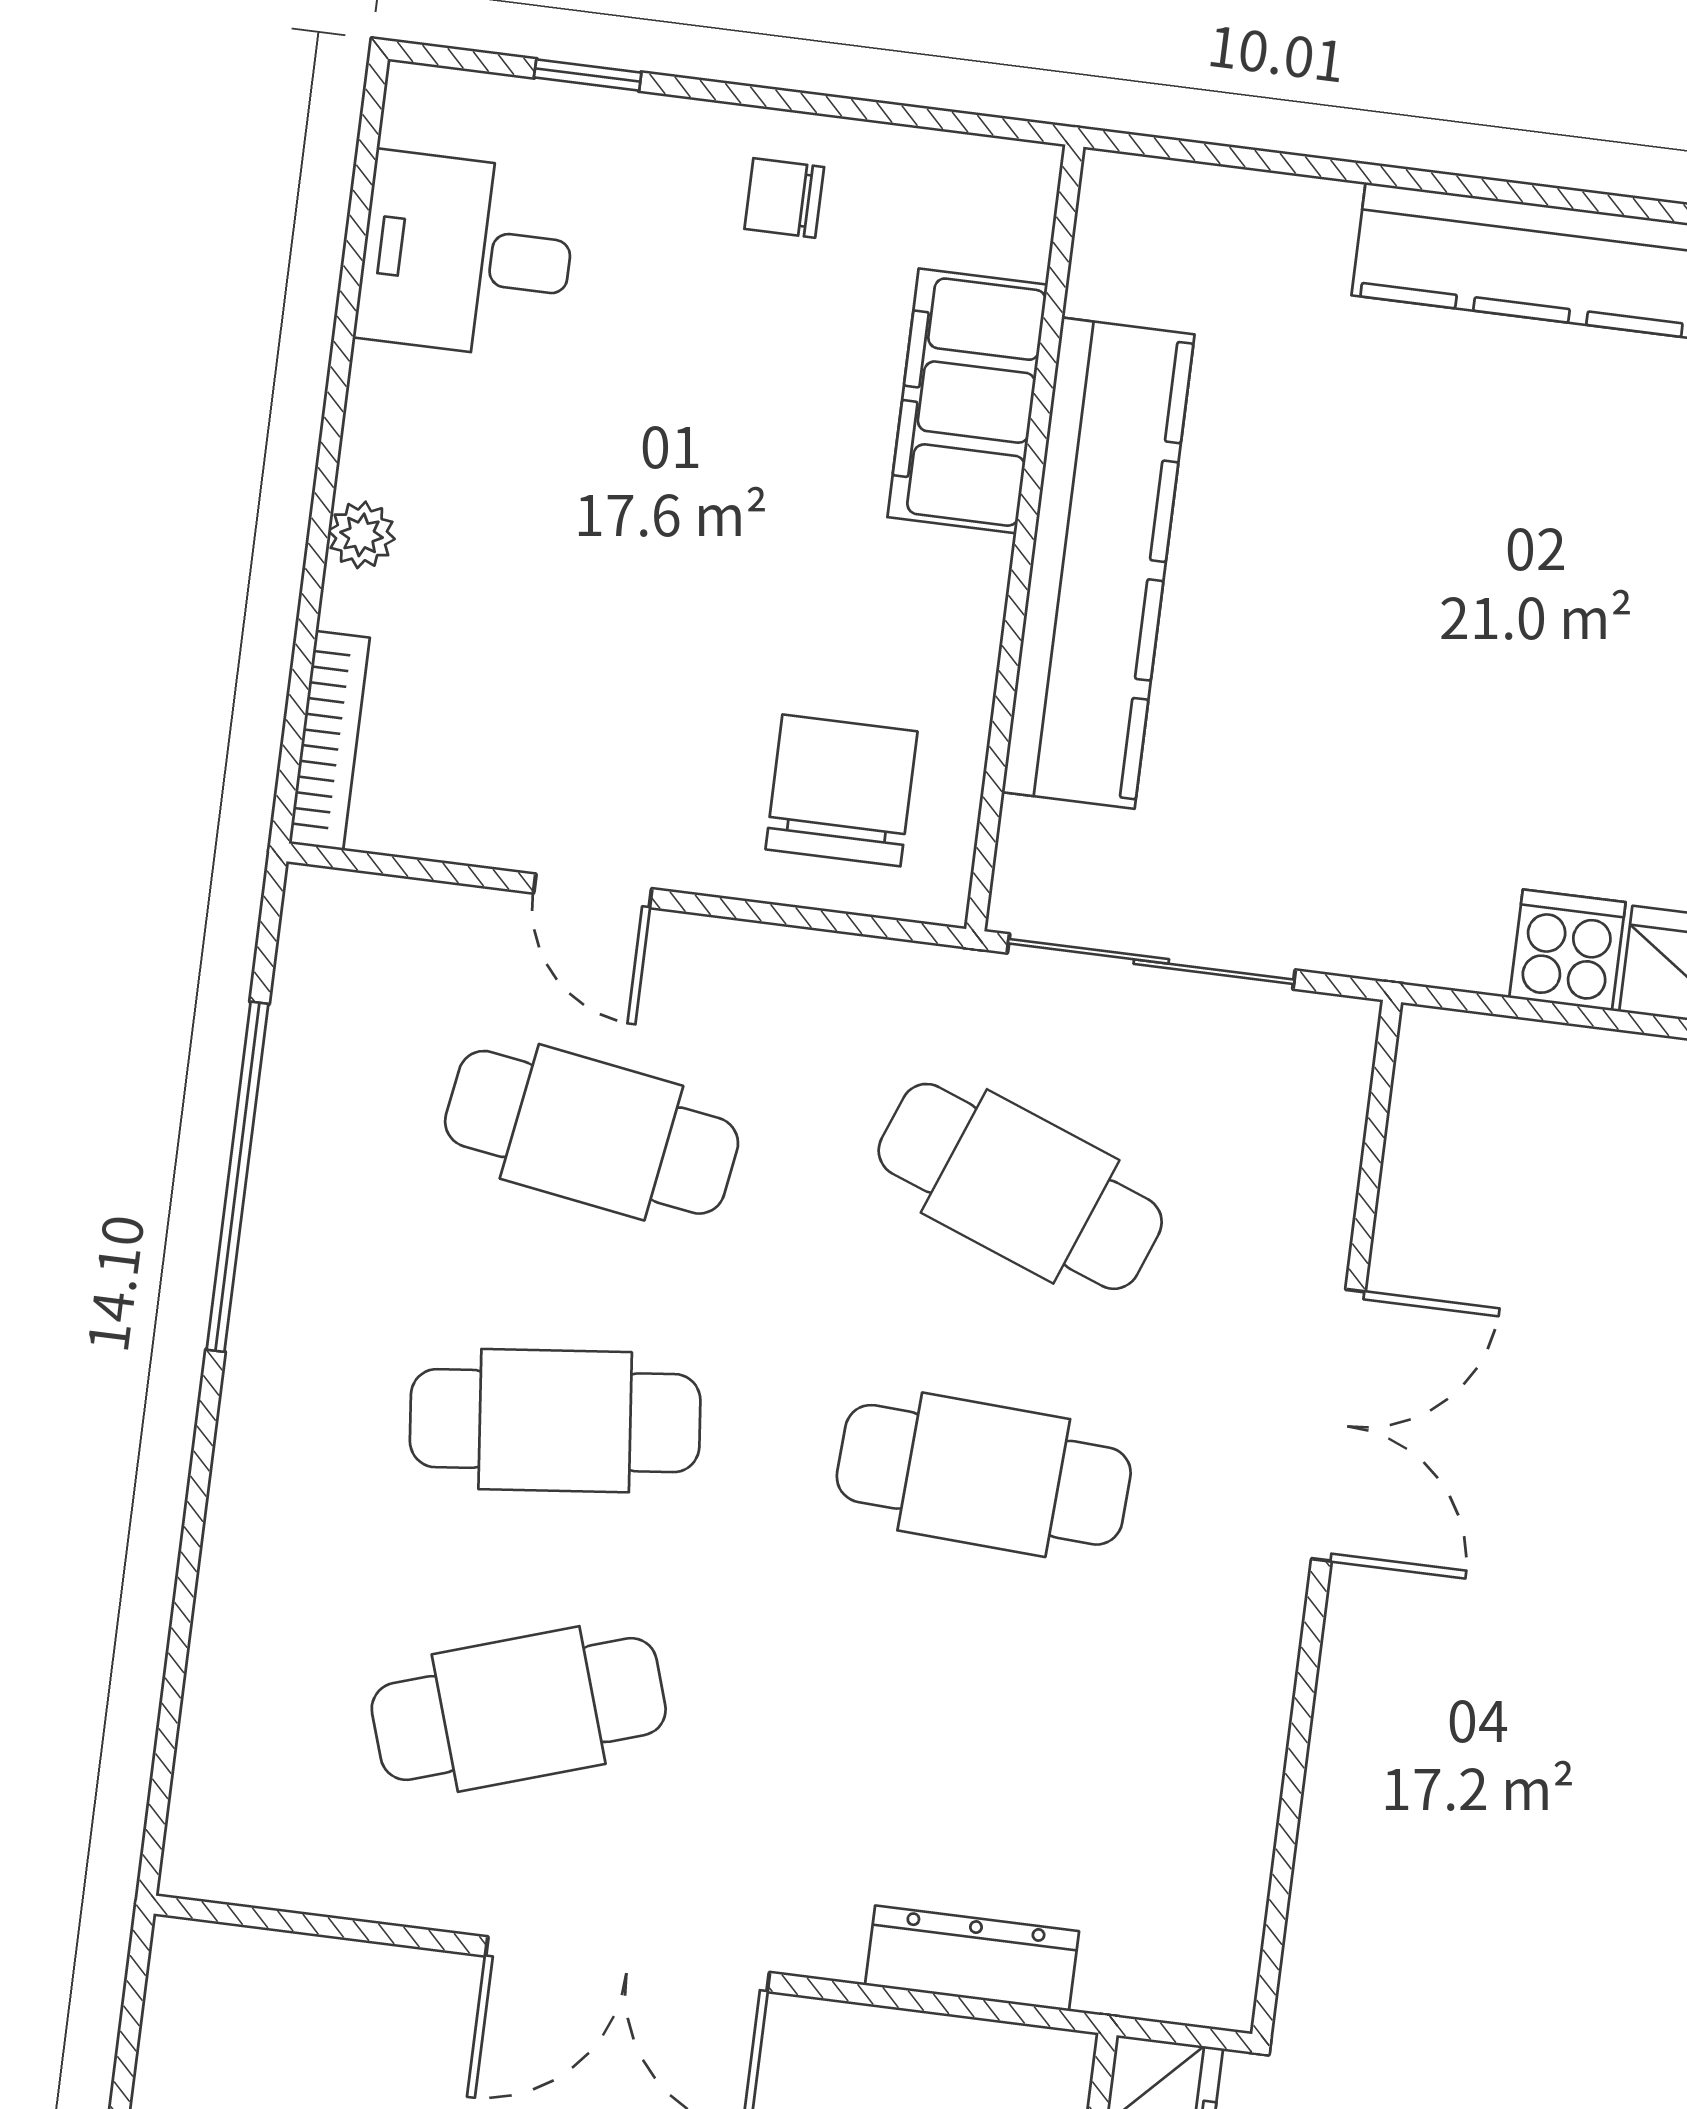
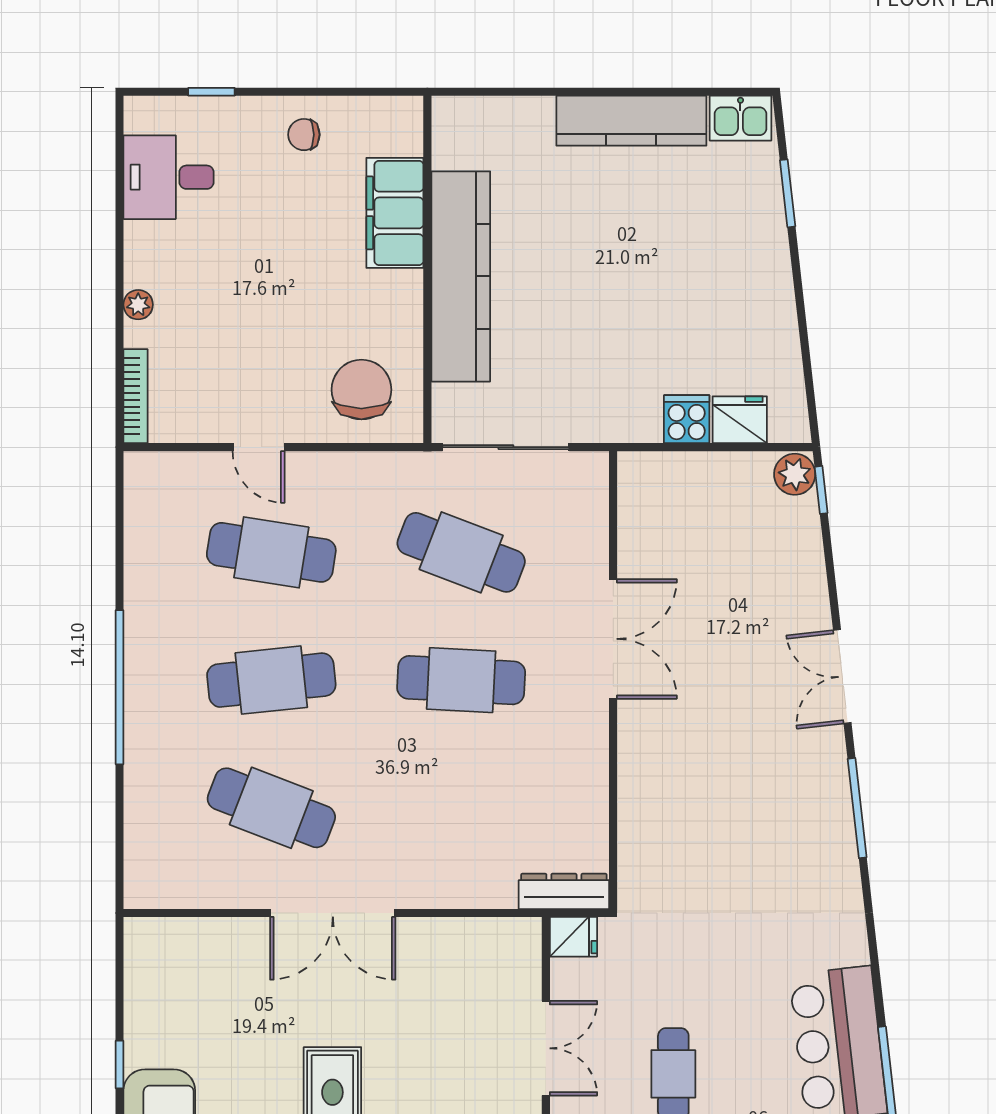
window: (237, 1177) -> (119, 687), moved
cafe table: (519, 1709) -> (271, 808), turned 39
dresser: (972, 1958) -> (564, 891), moved

